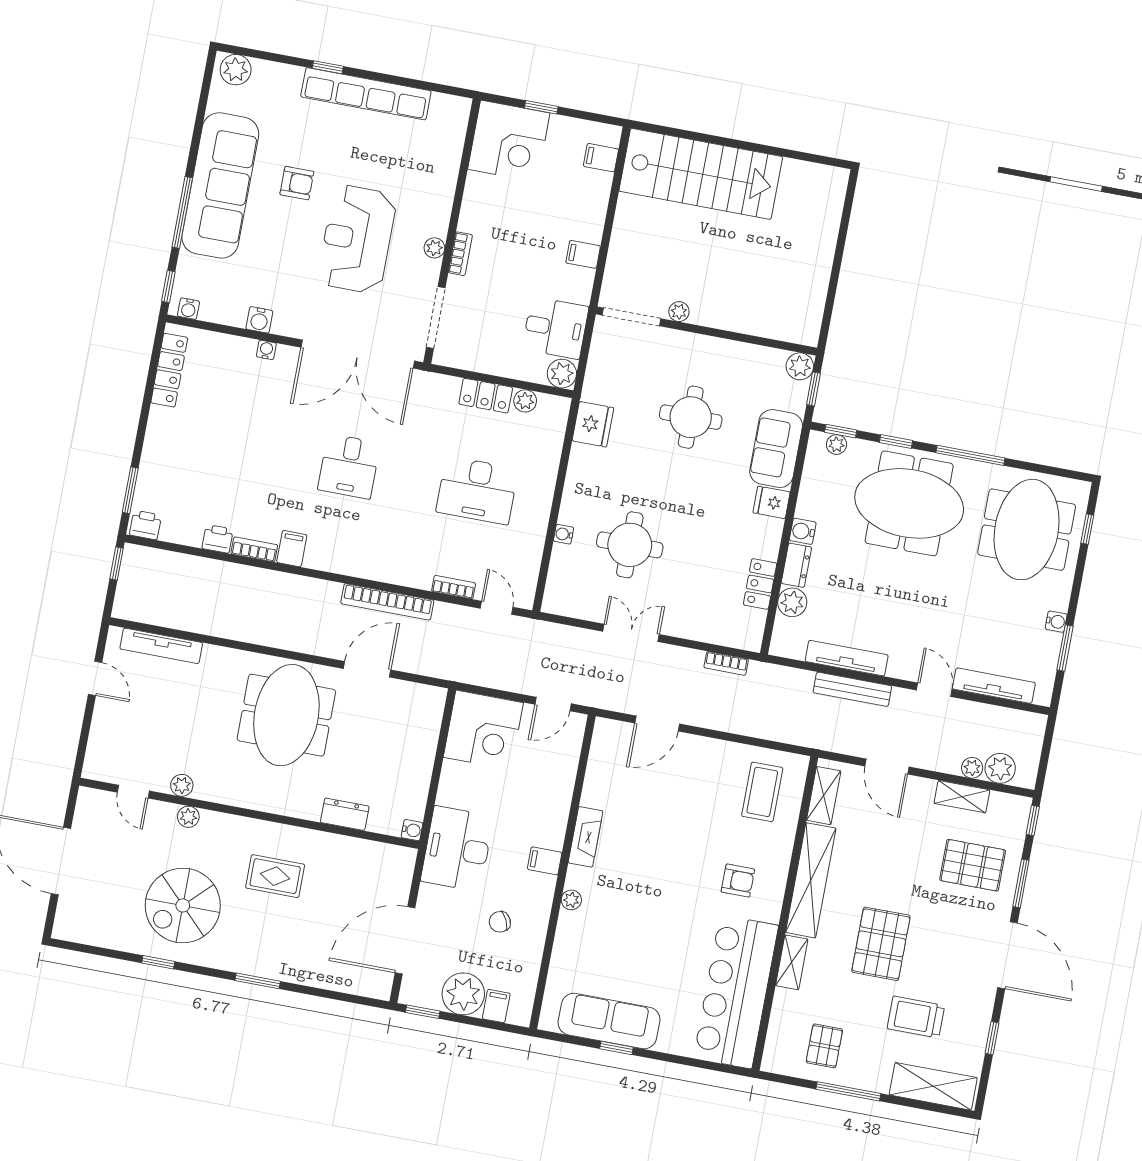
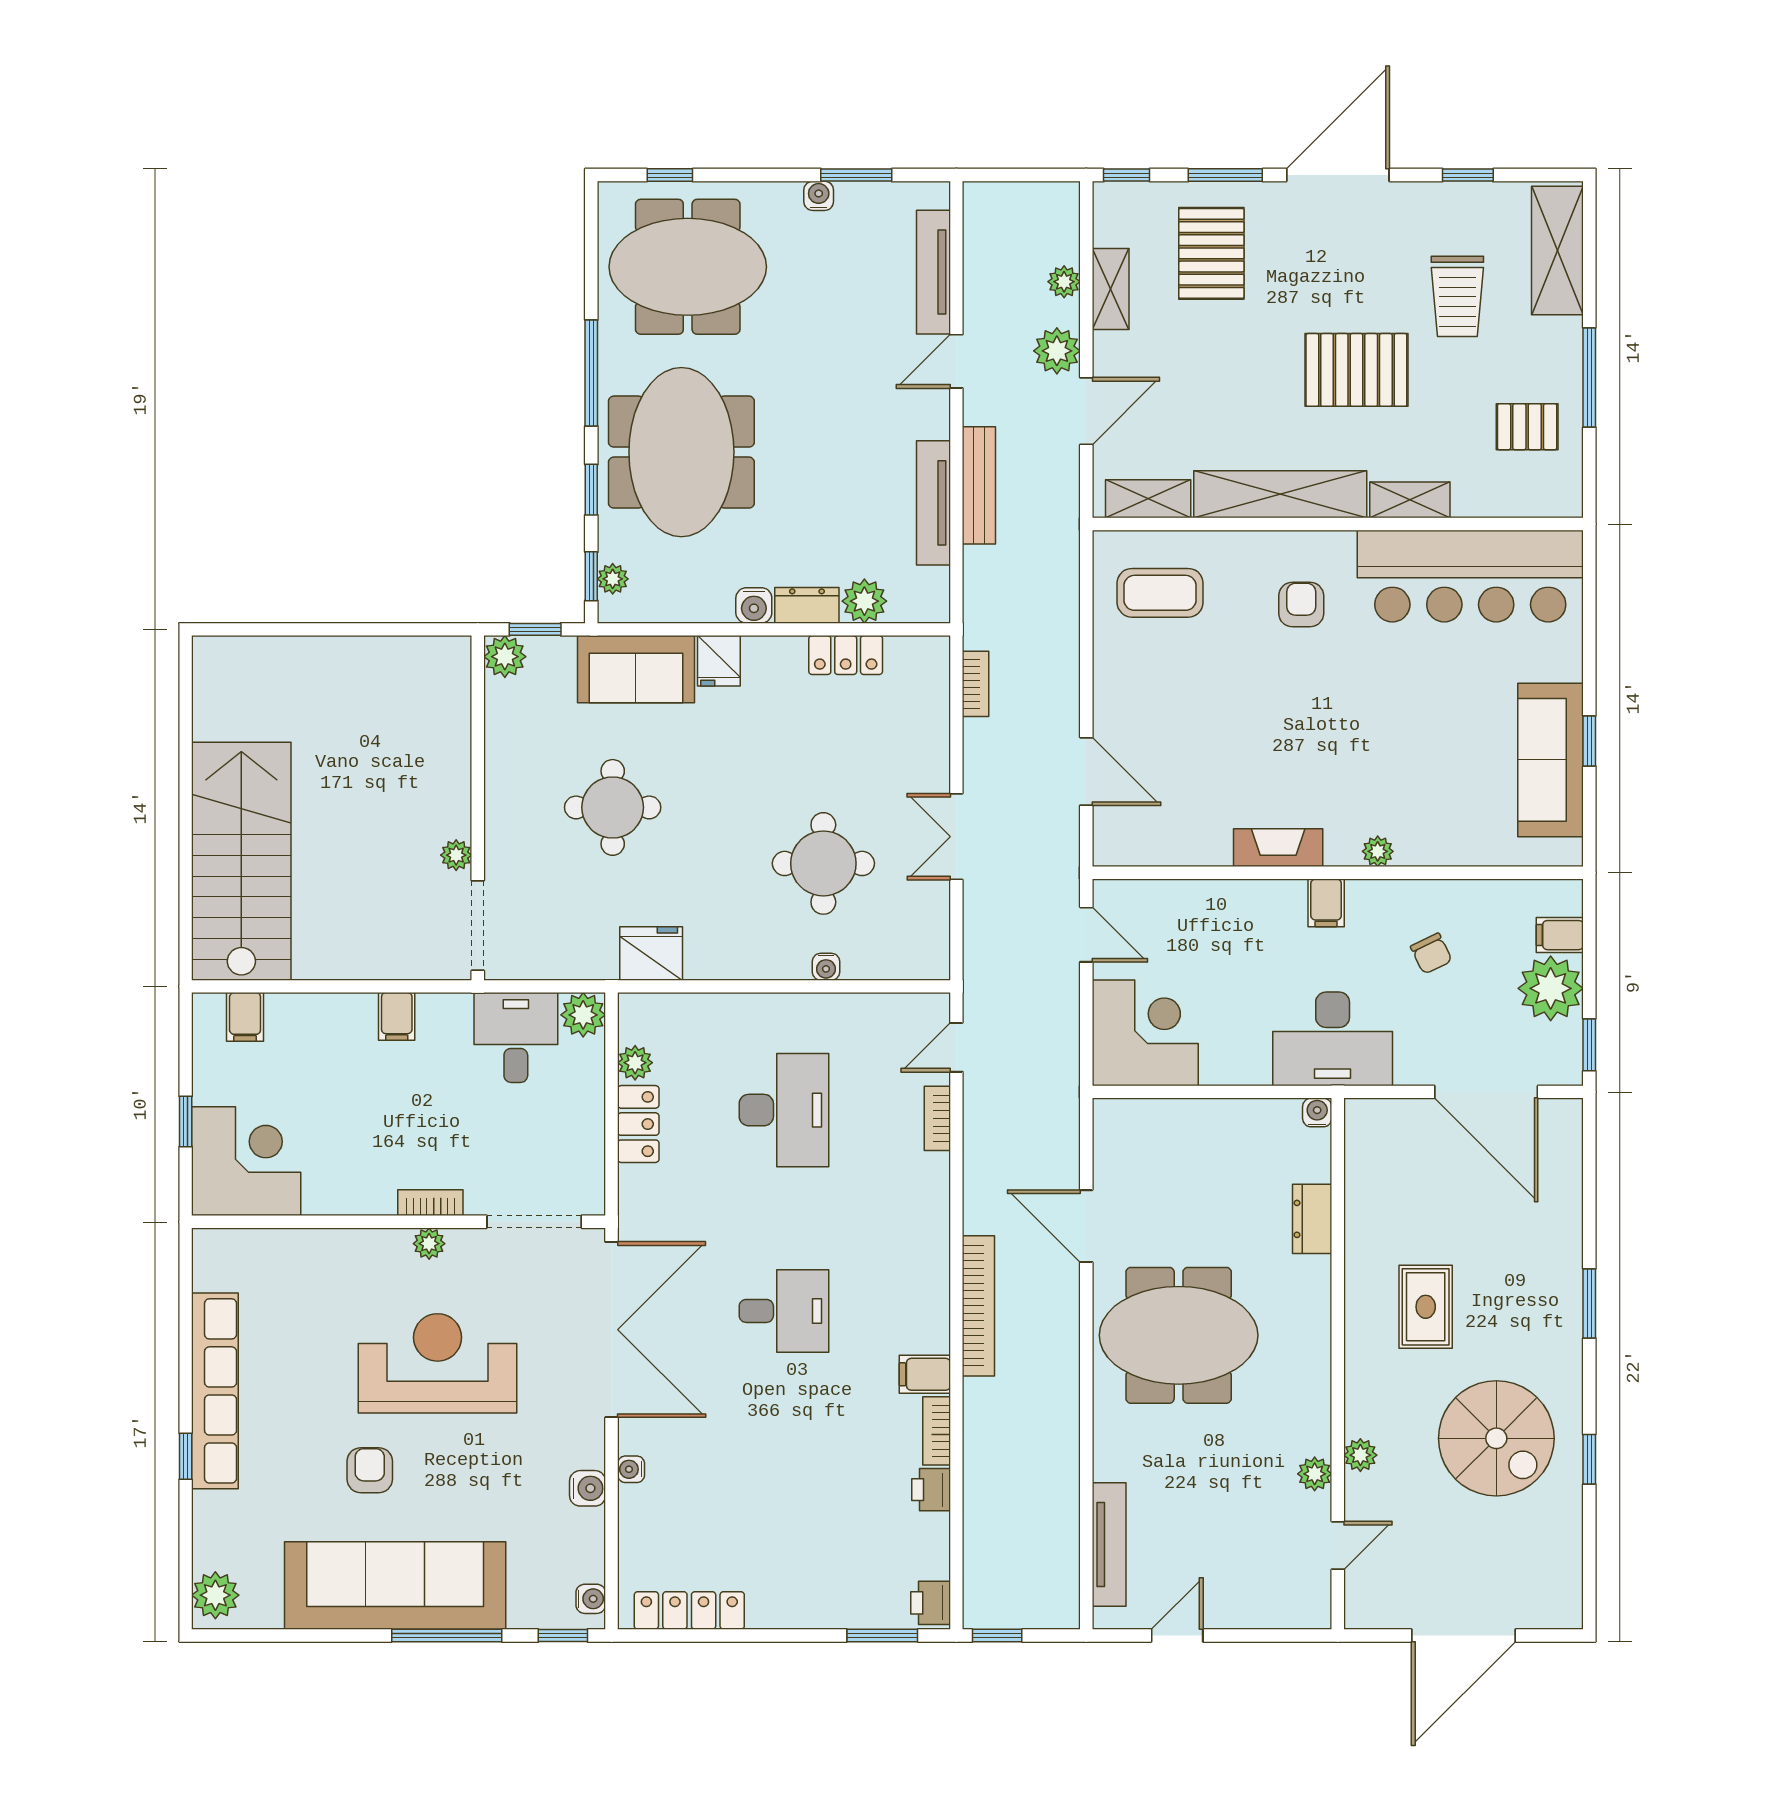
reception desk: (357, 239) -> (438, 1363), turned 180
bookcase: (387, 602) -> (978, 1306), moved
plant: (1000, 768) -> (1057, 351), moved

